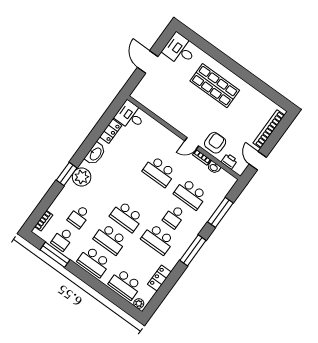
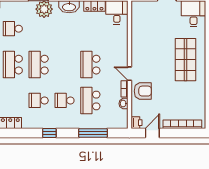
printer: (229, 161) -> (136, 123), moved
school desk: (158, 239) -> (39, 100), width x0.54
window: (193, 250) -> (49, 133), width x0.46

